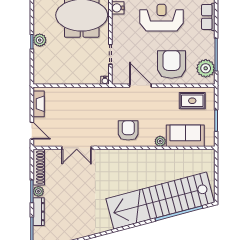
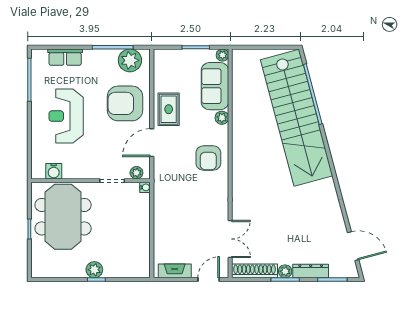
plant: (117, 74) -> (136, 173), added
rug: (192, 101) -> (169, 109), moved
armchair: (128, 130) -> (208, 158), turned -90
plant: (210, 142) -> (222, 55), added
double door: (77, 148) -> (230, 239), moved

